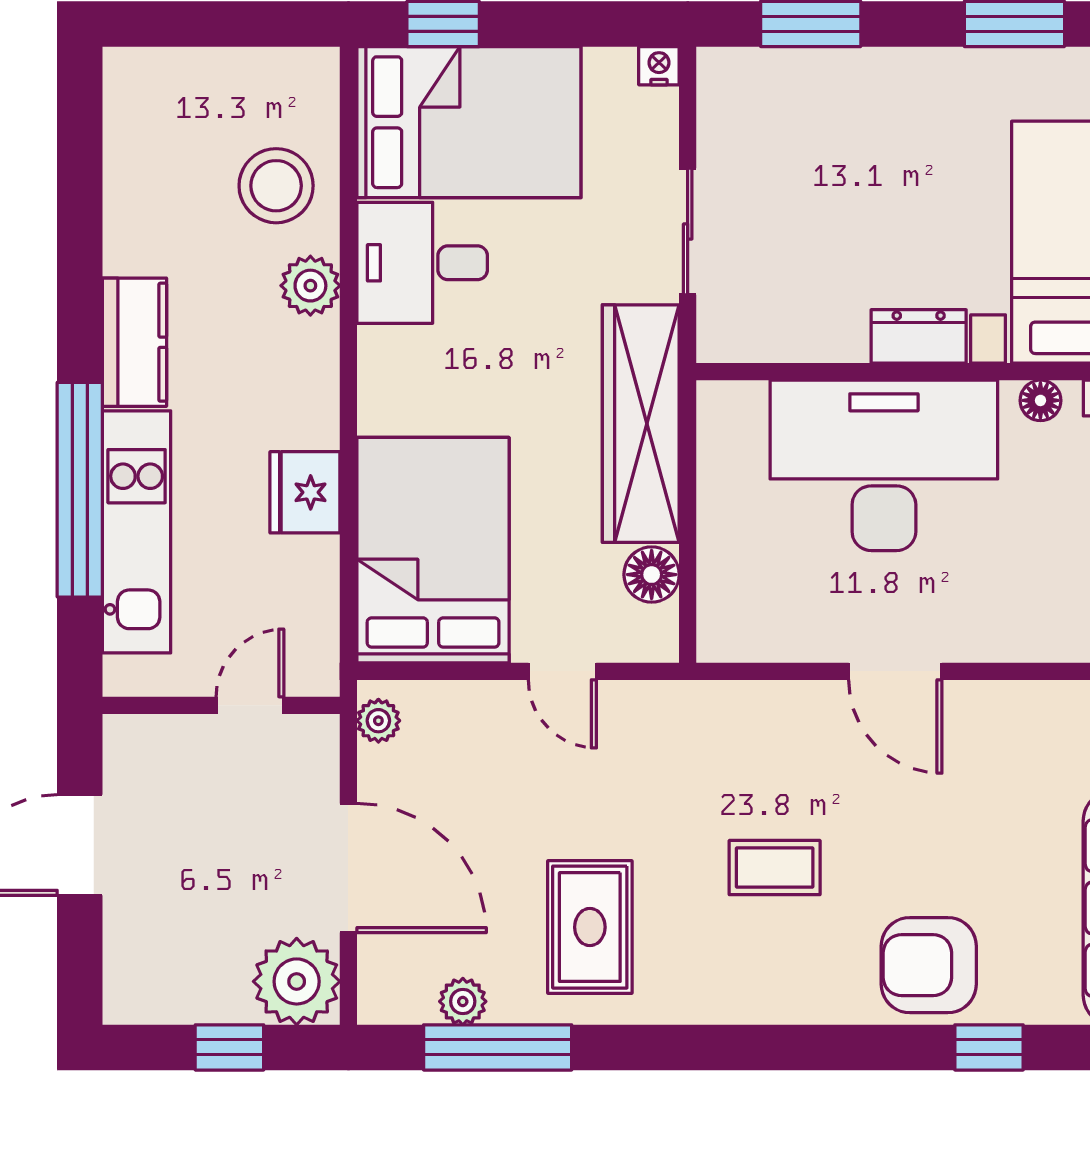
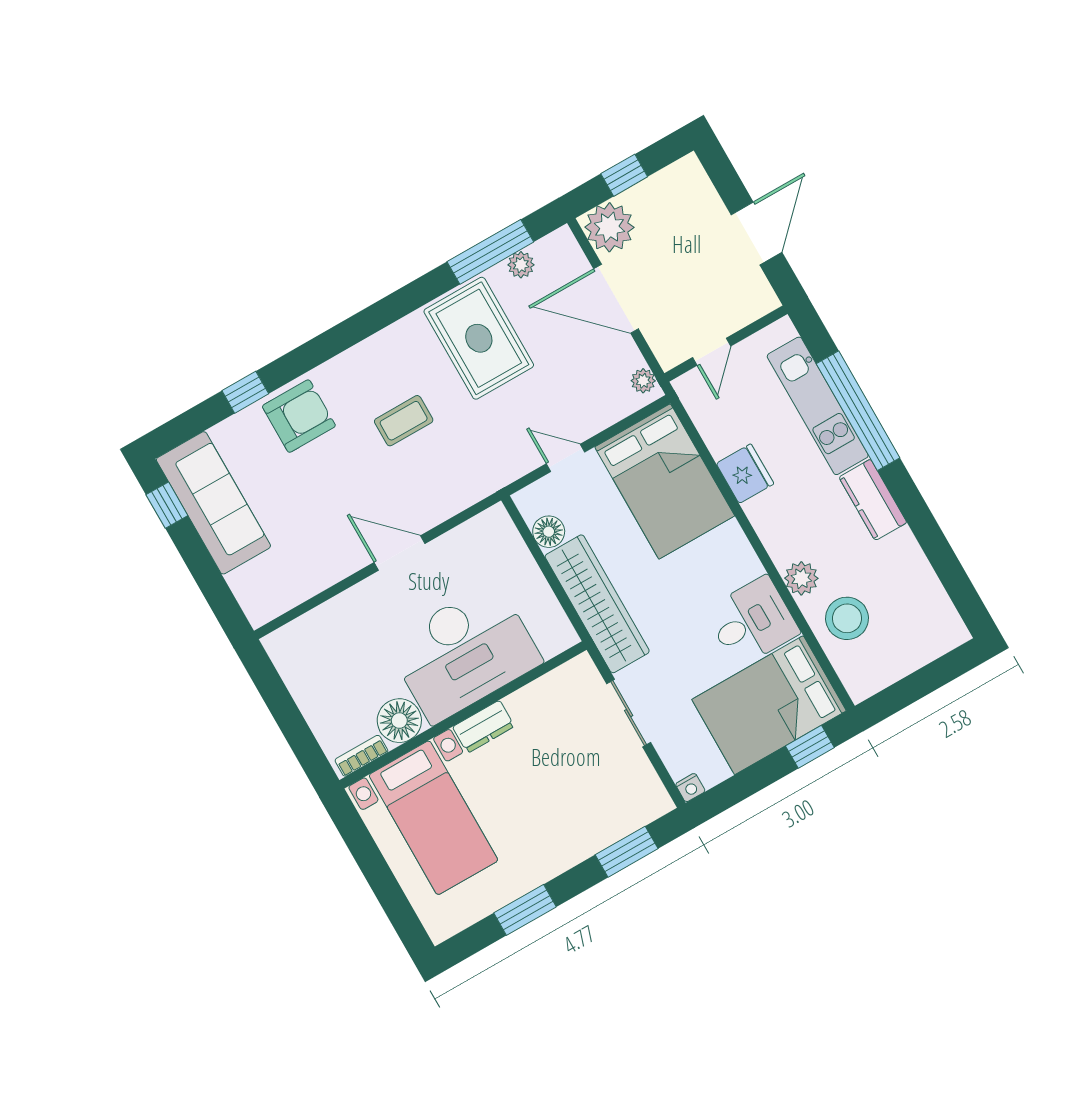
floor lamp: (1040, 400) -> (399, 721), width x1.89, depth x1.89
rug: (590, 927) -> (479, 338), width x1.36, depth x1.43

